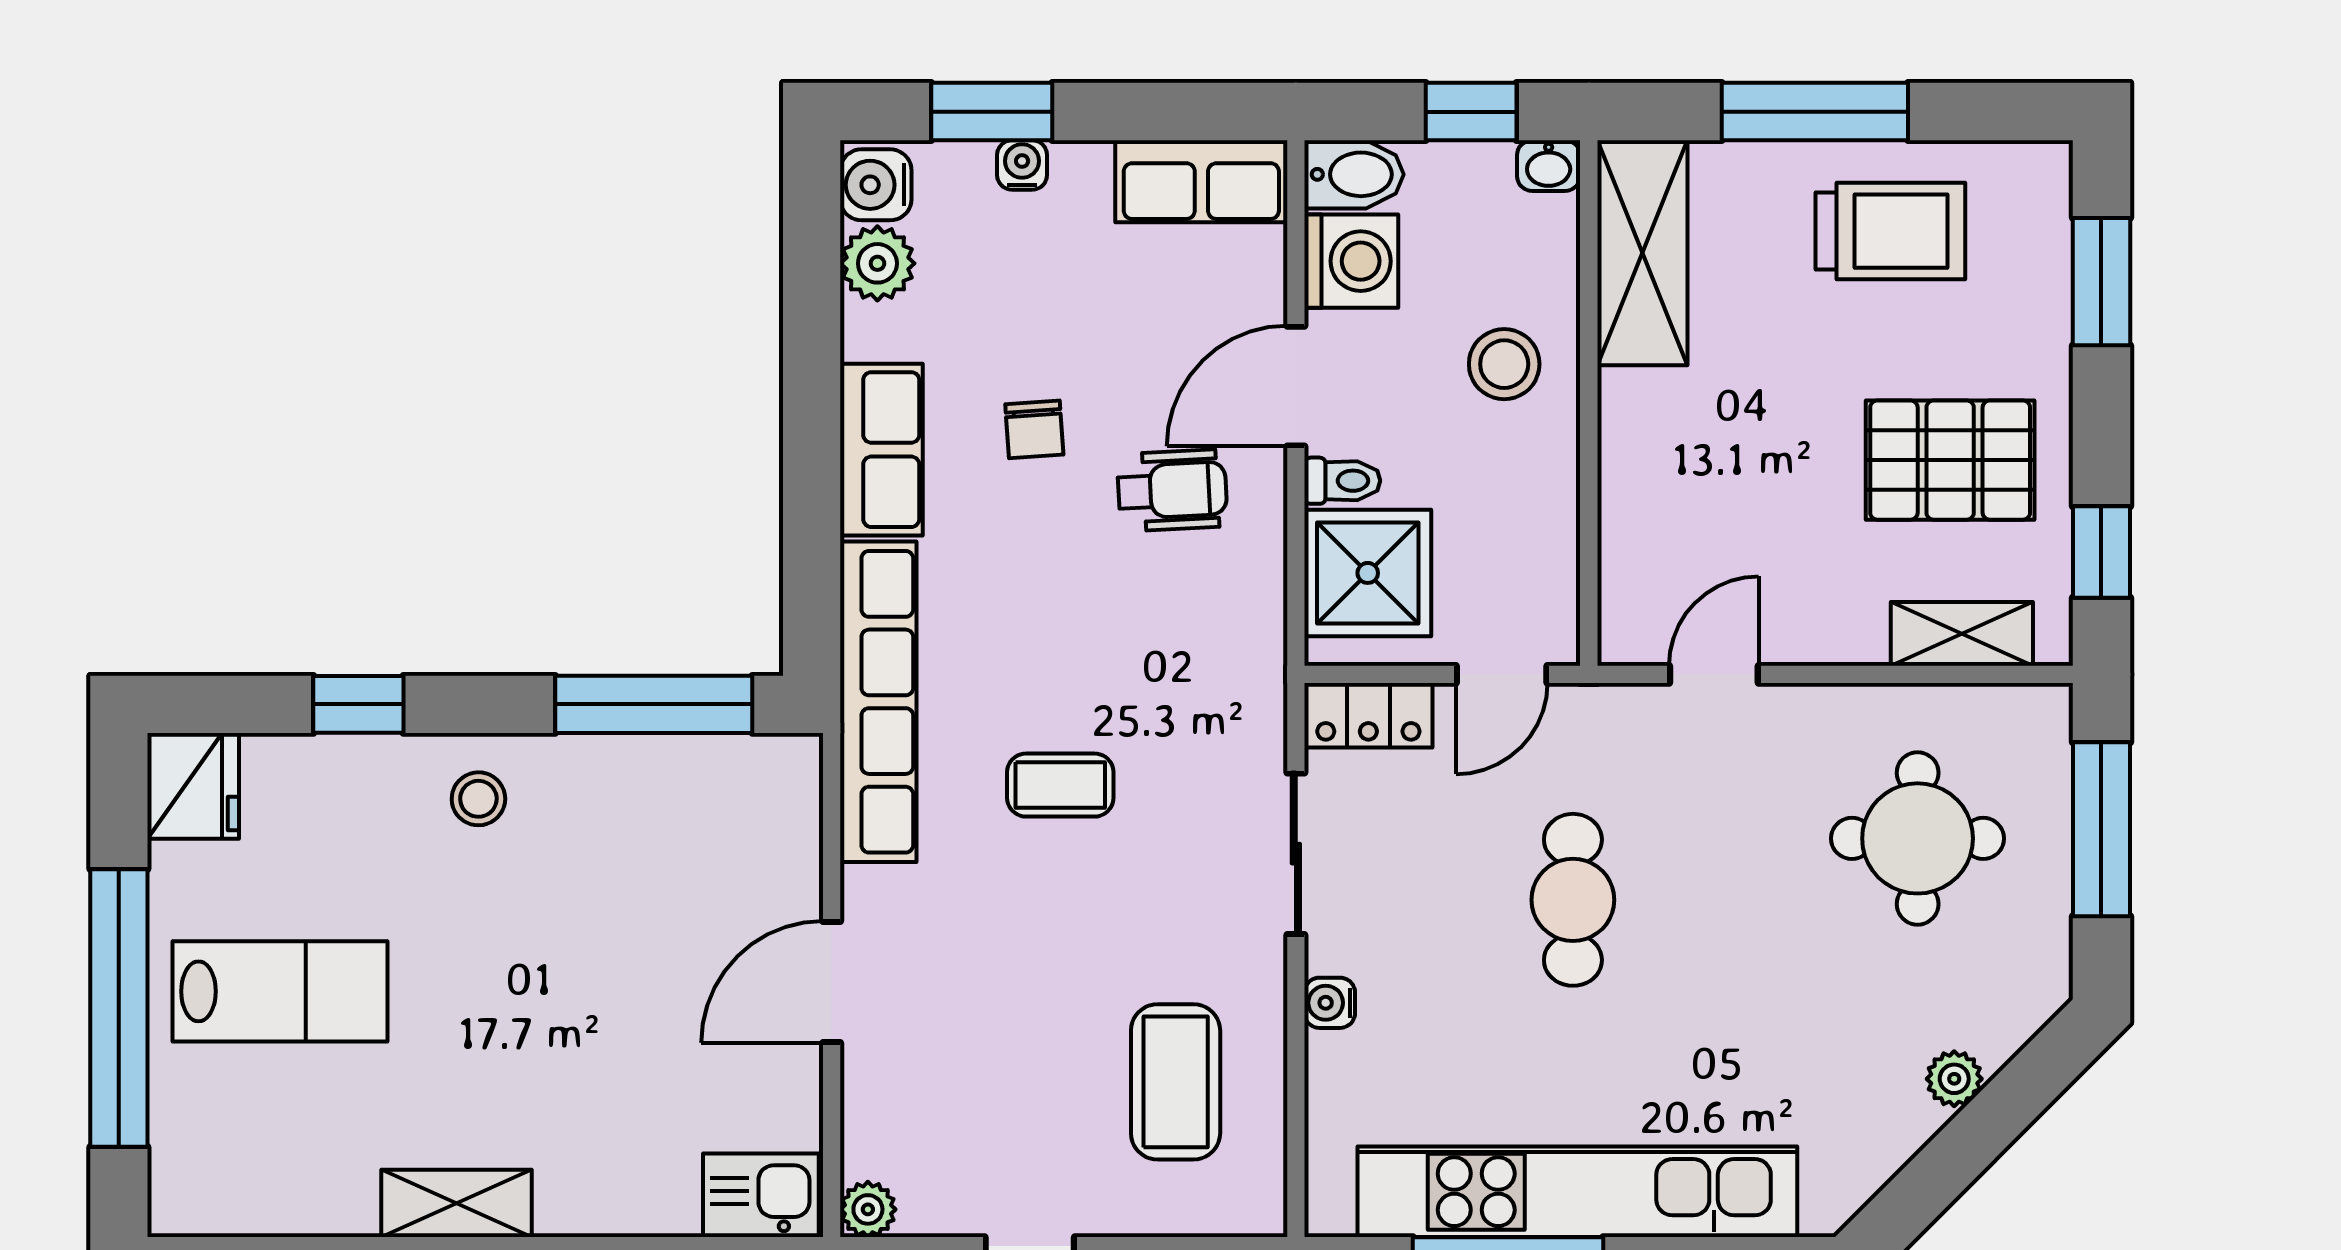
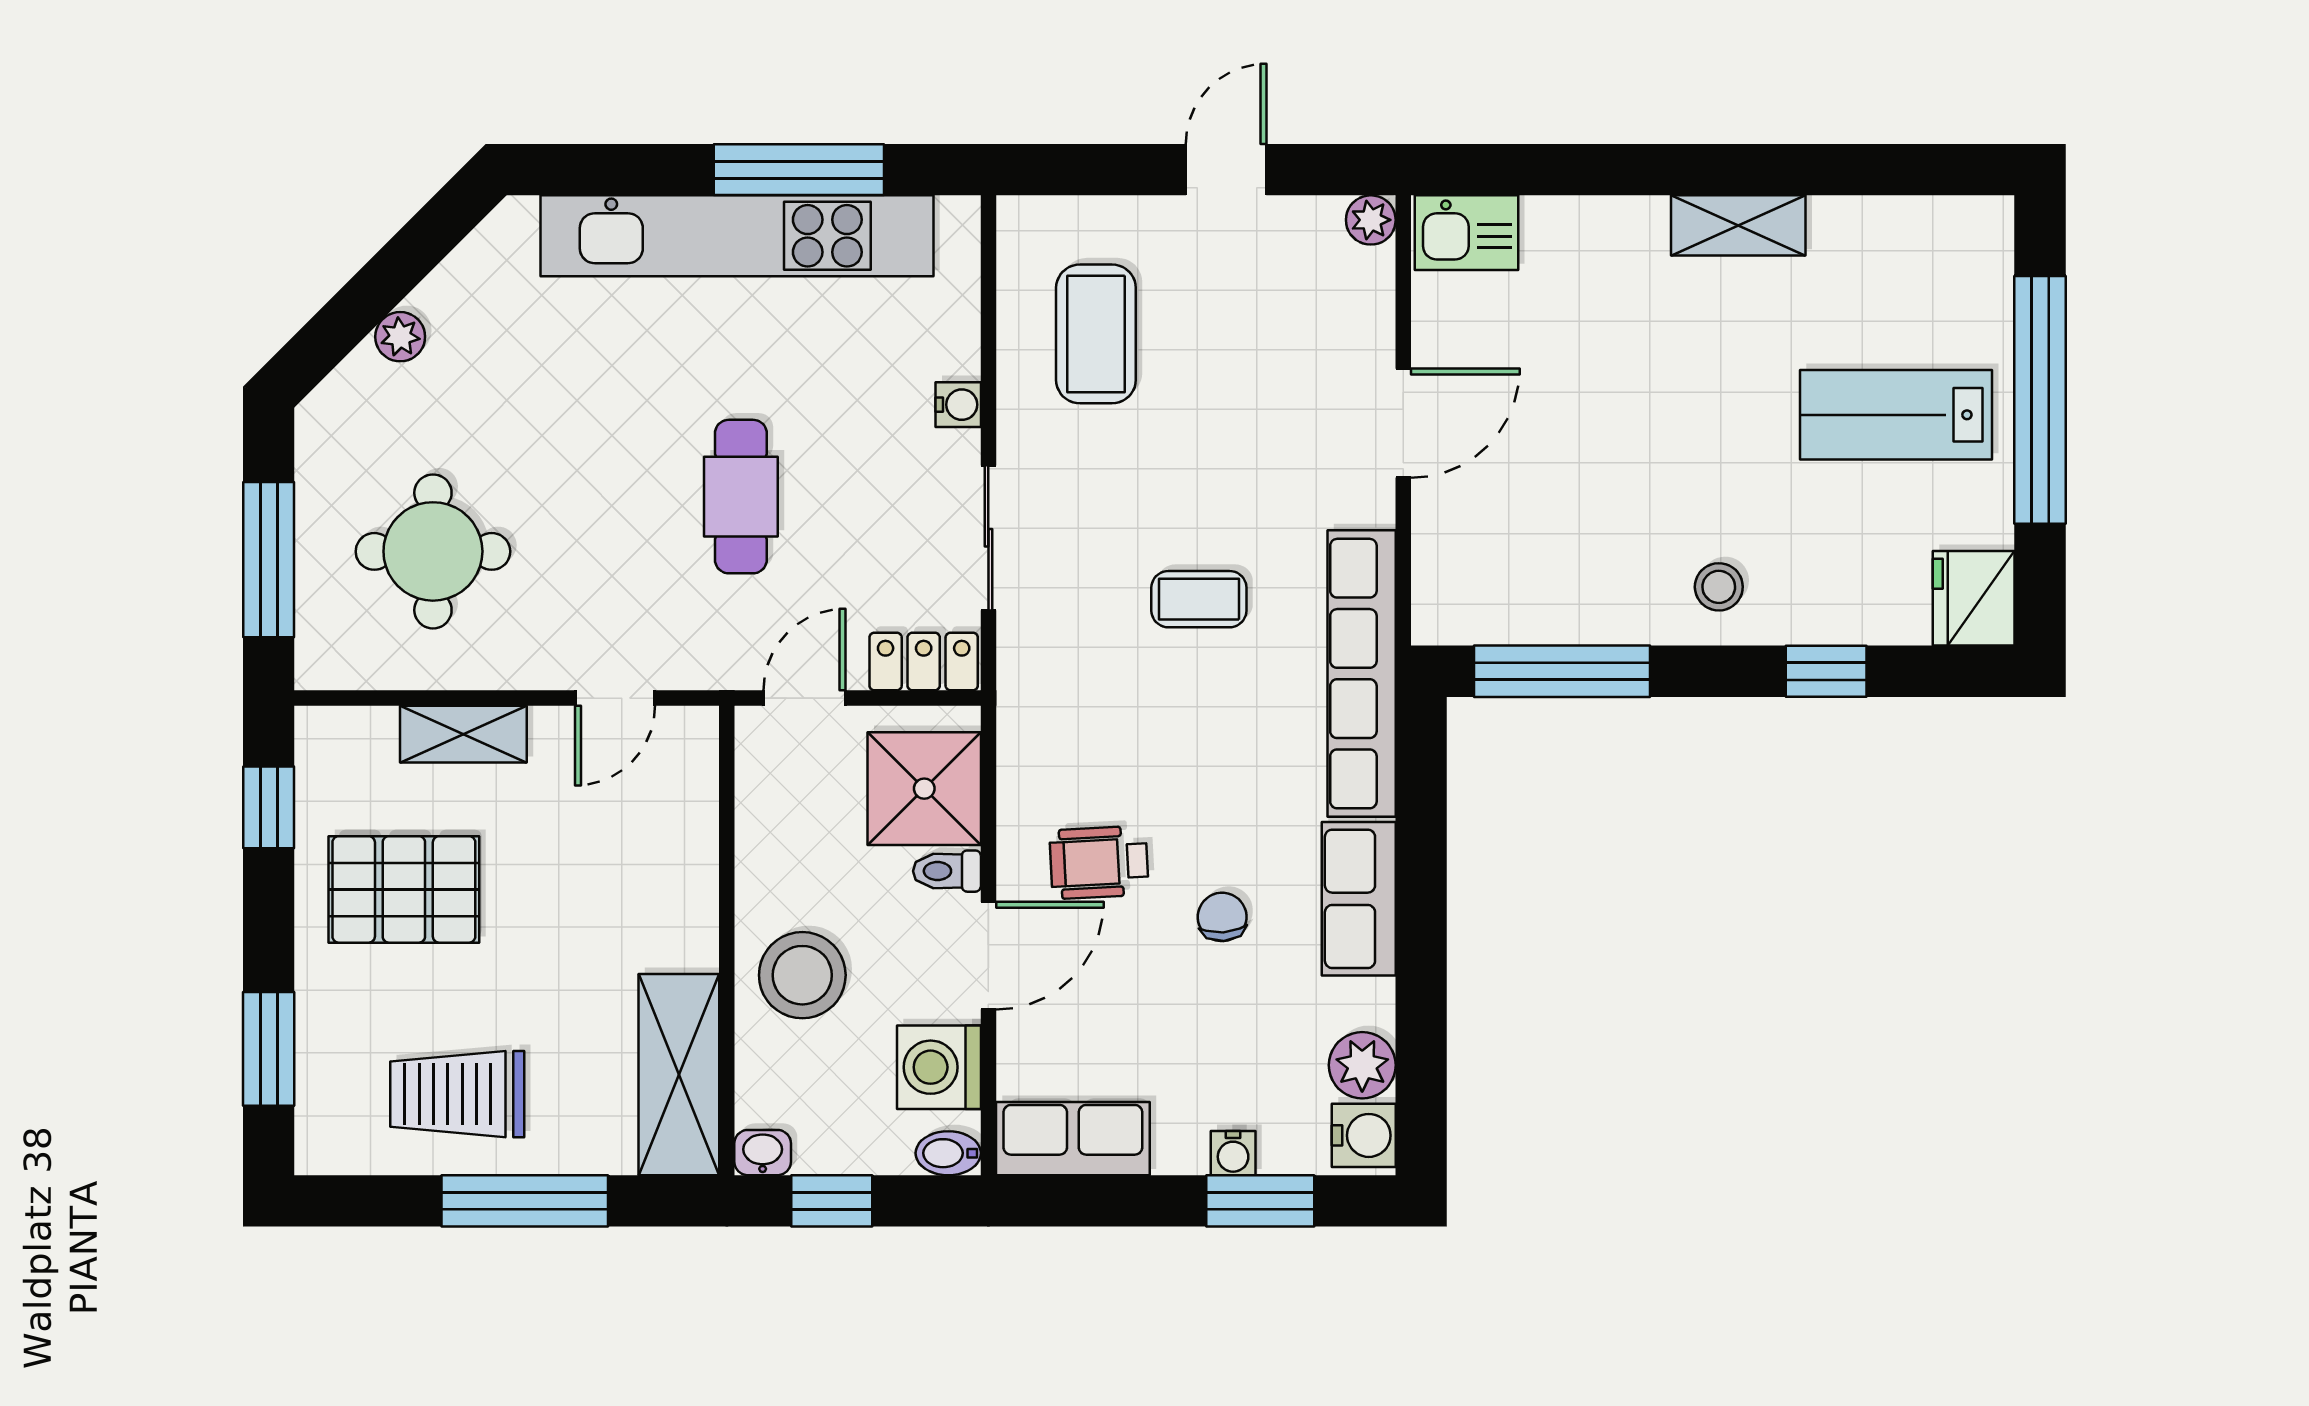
bidet: (1354, 174) -> (948, 1153), width x0.72, depth x0.74
stool: (1504, 364) -> (802, 975), width x1.38, depth x1.38
shelving: (1962, 634) -> (463, 734), moved

